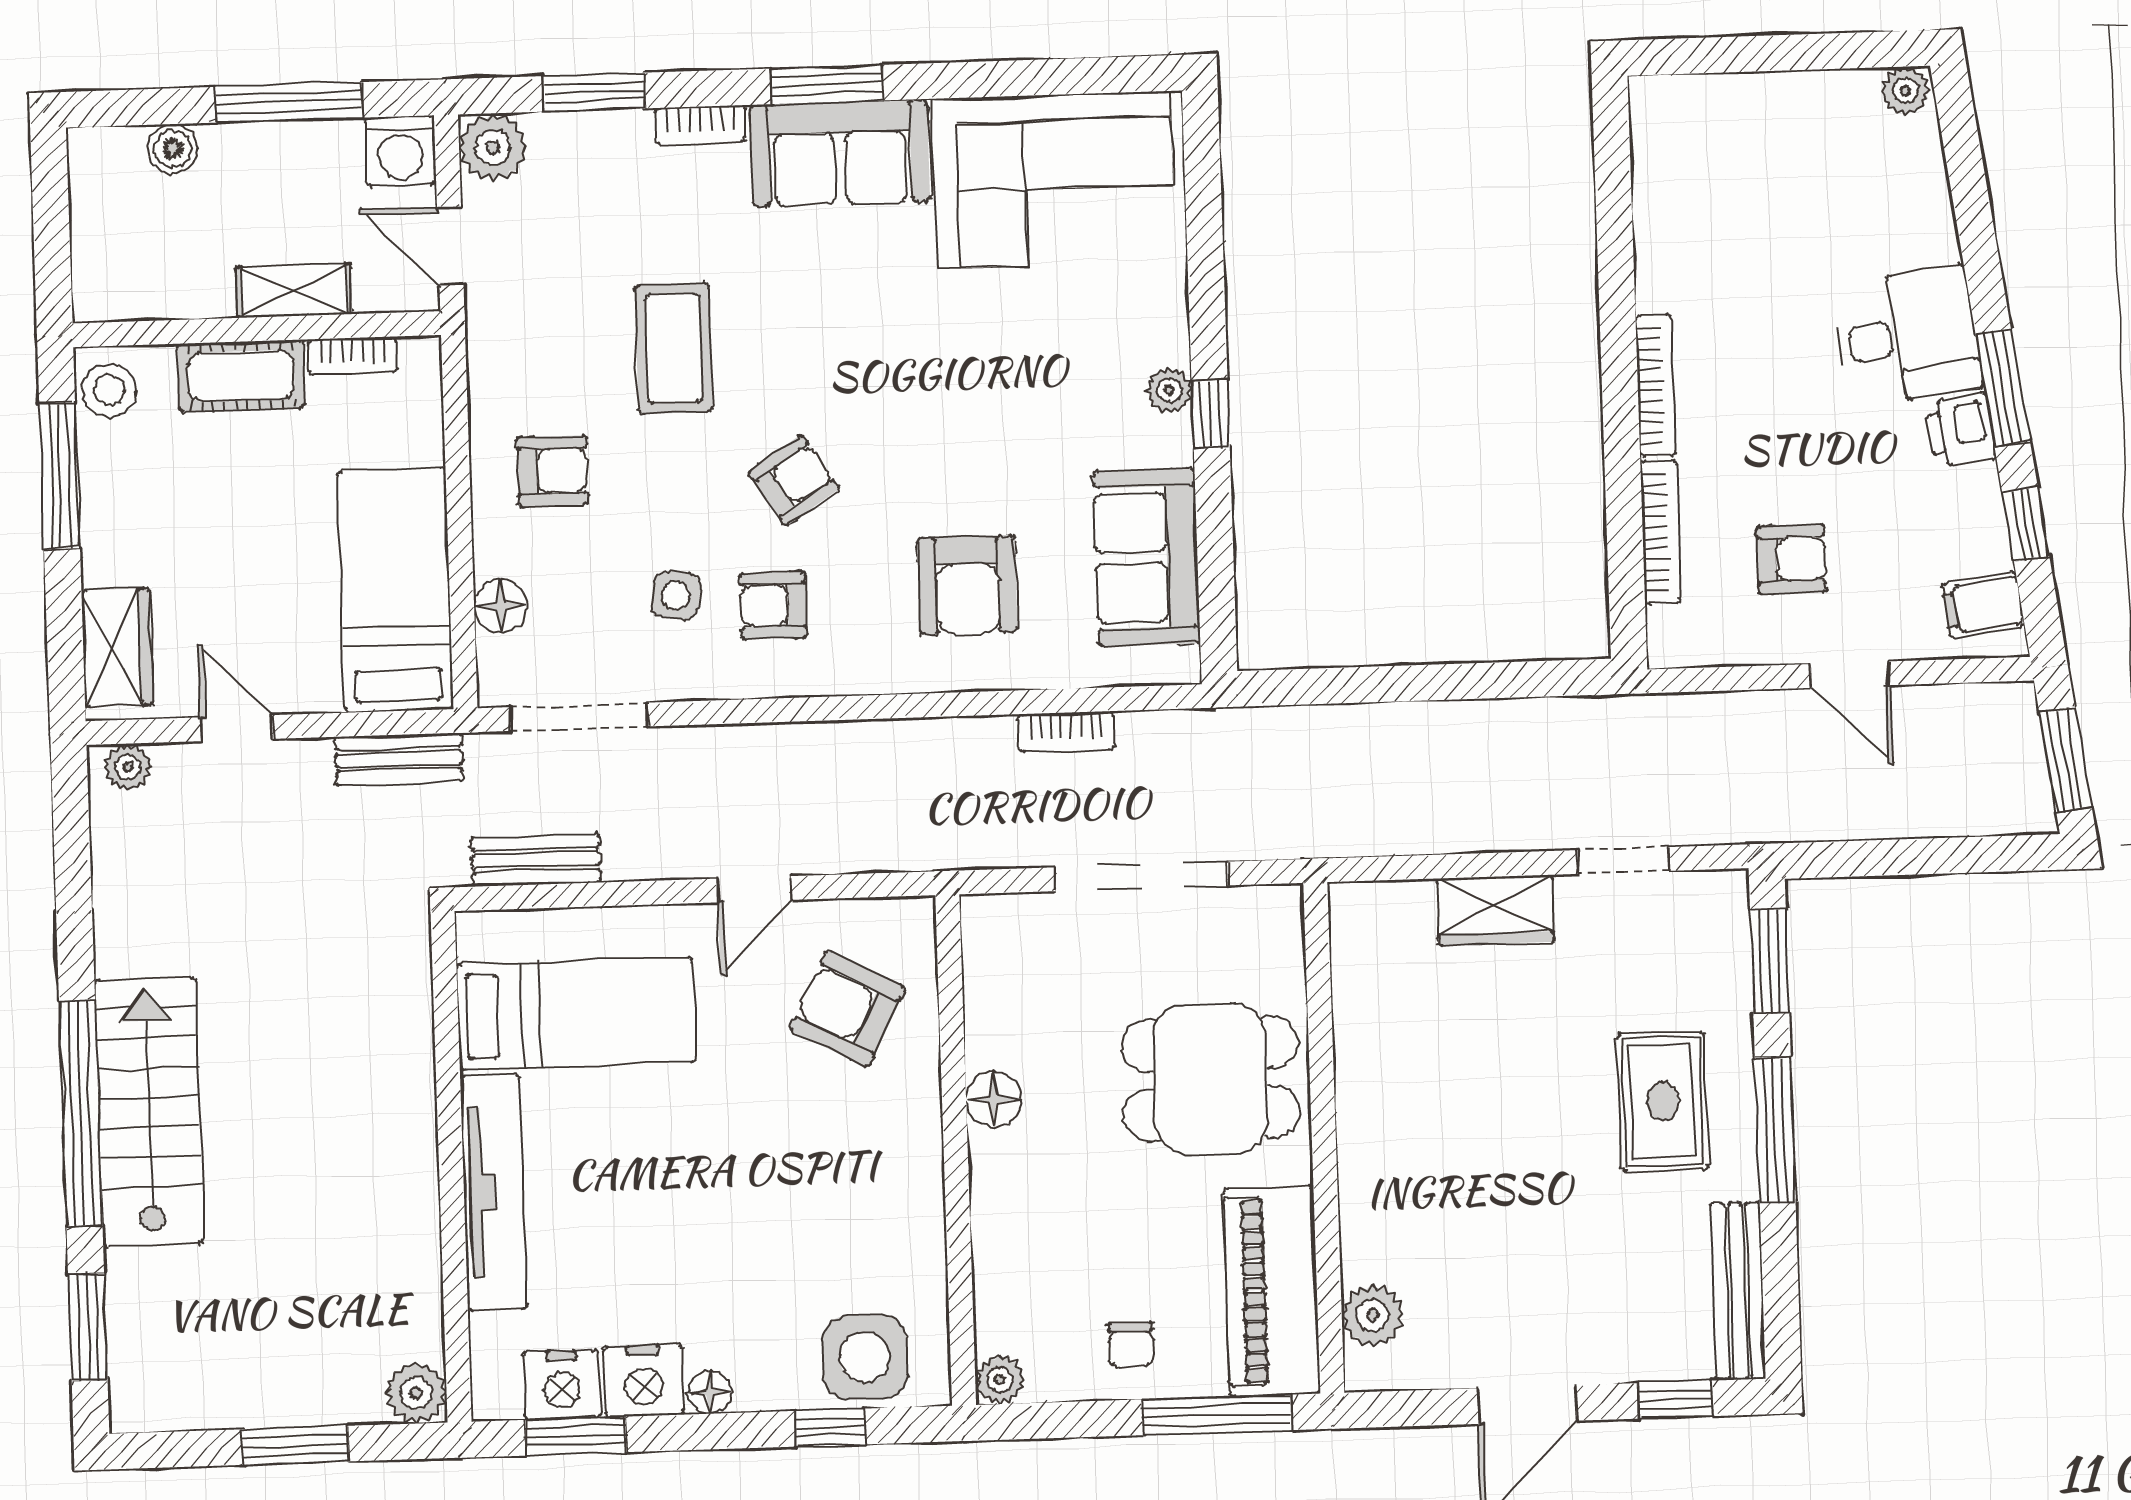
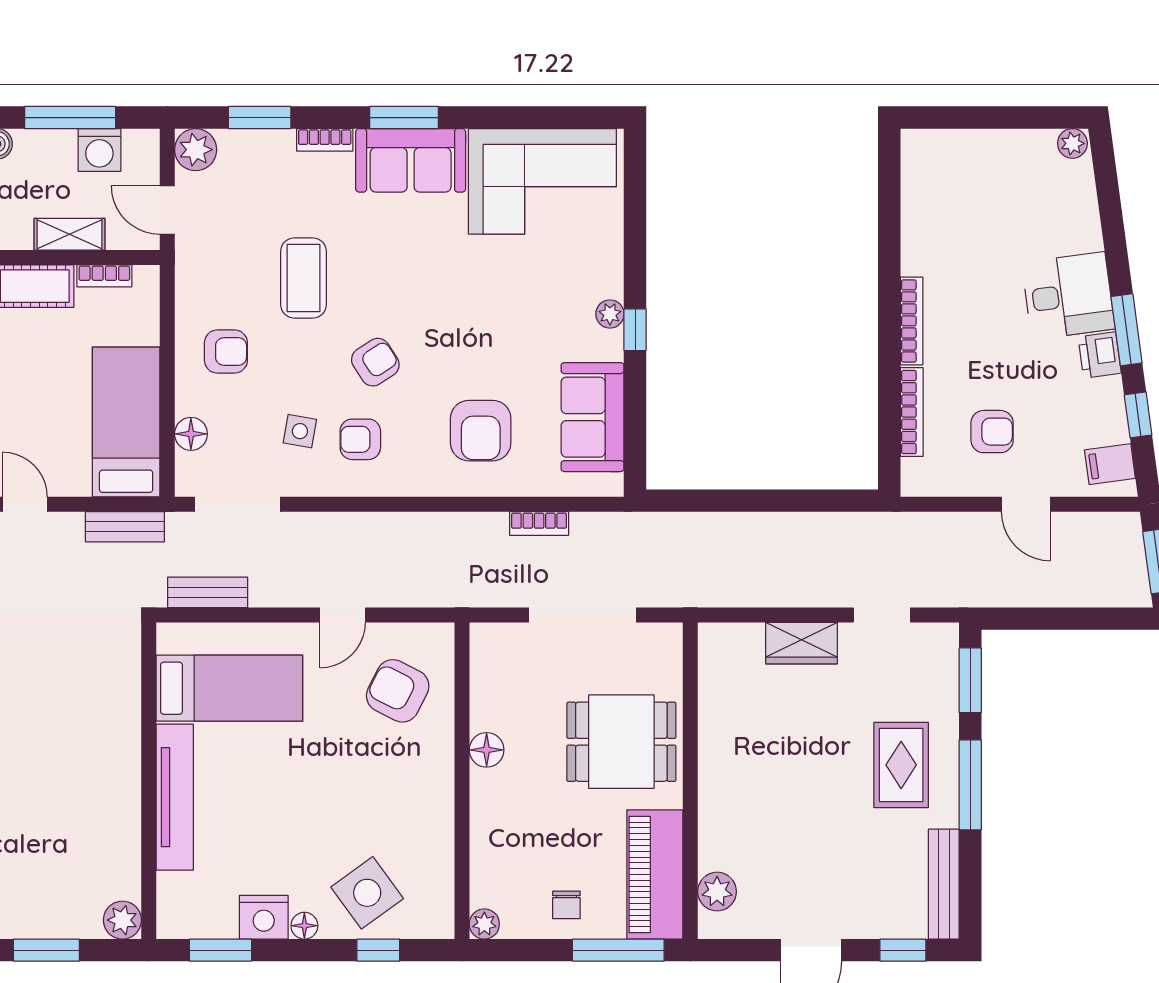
washing machine: (401, 151) -> (99, 150), moved
side table: (865, 1357) -> (367, 893), moved, turned -36
nightstand: (562, 1385) -> (213, 918), removed

